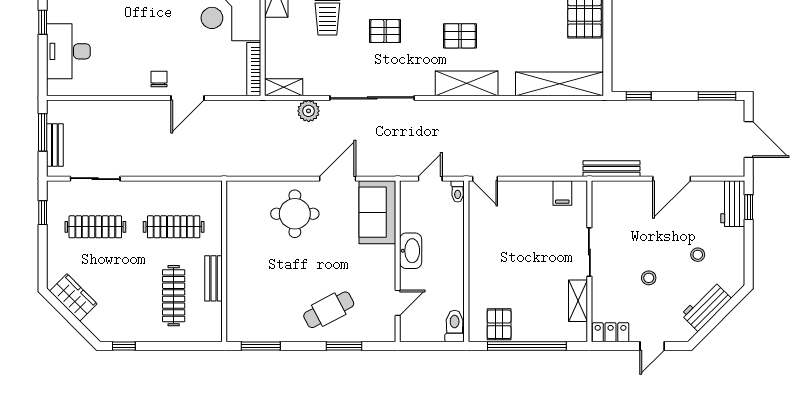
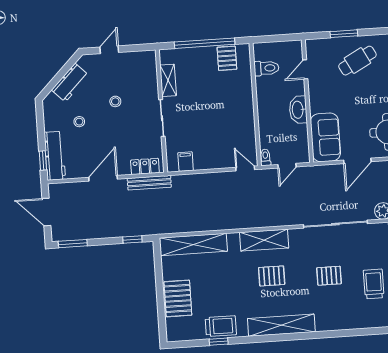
workbench: (733, 204) -> (55, 156), width x1.38
toilet: (455, 326) -> (266, 68), moved, turned -90
locker: (611, 332) -> (145, 166), moved, turned 180

